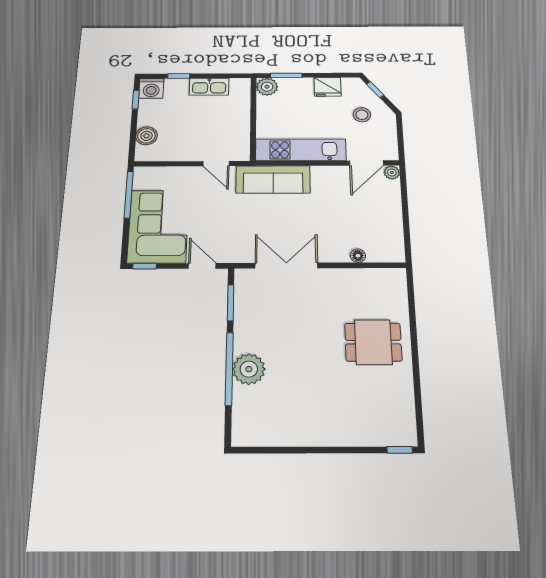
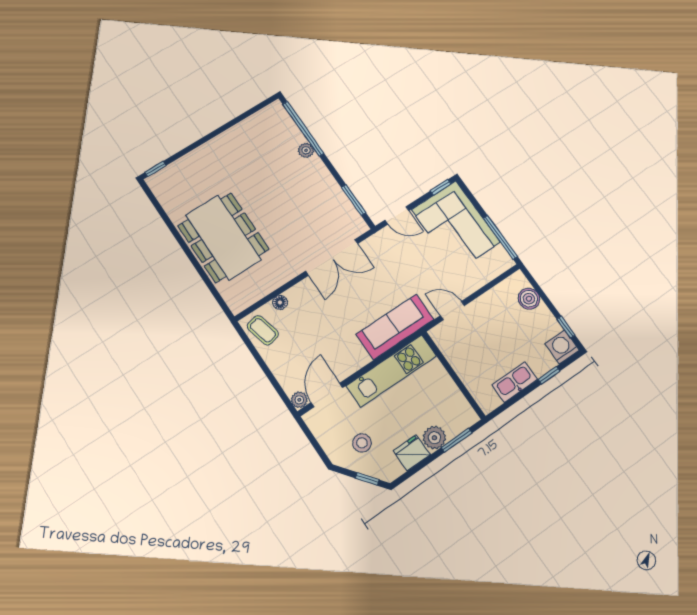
plant: (267, 87) -> (434, 438), moved
coffee table: (388, 242) -> (263, 330), added
dining table: (373, 342) -> (223, 237), width x1.88, depth x1.24
window: (229, 369) -> (303, 129), moved
plant: (249, 369) -> (306, 150), width x0.53, depth x0.53

